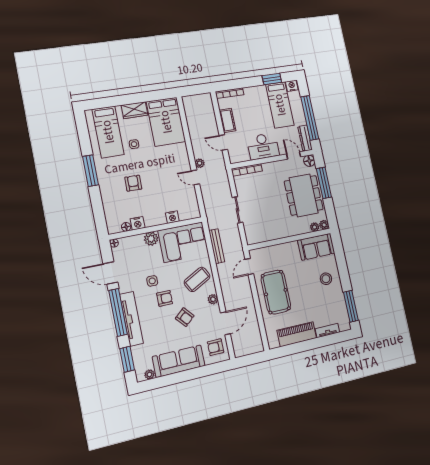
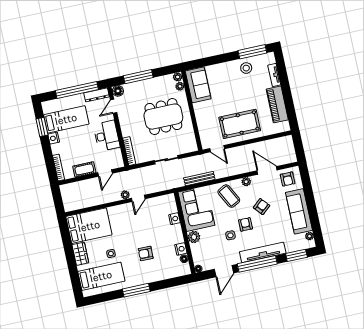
nightstand: (292, 86) -> (54, 138), moved
dining table: (304, 195) -> (163, 117), moved
stool: (326, 279) -> (246, 68), moved

